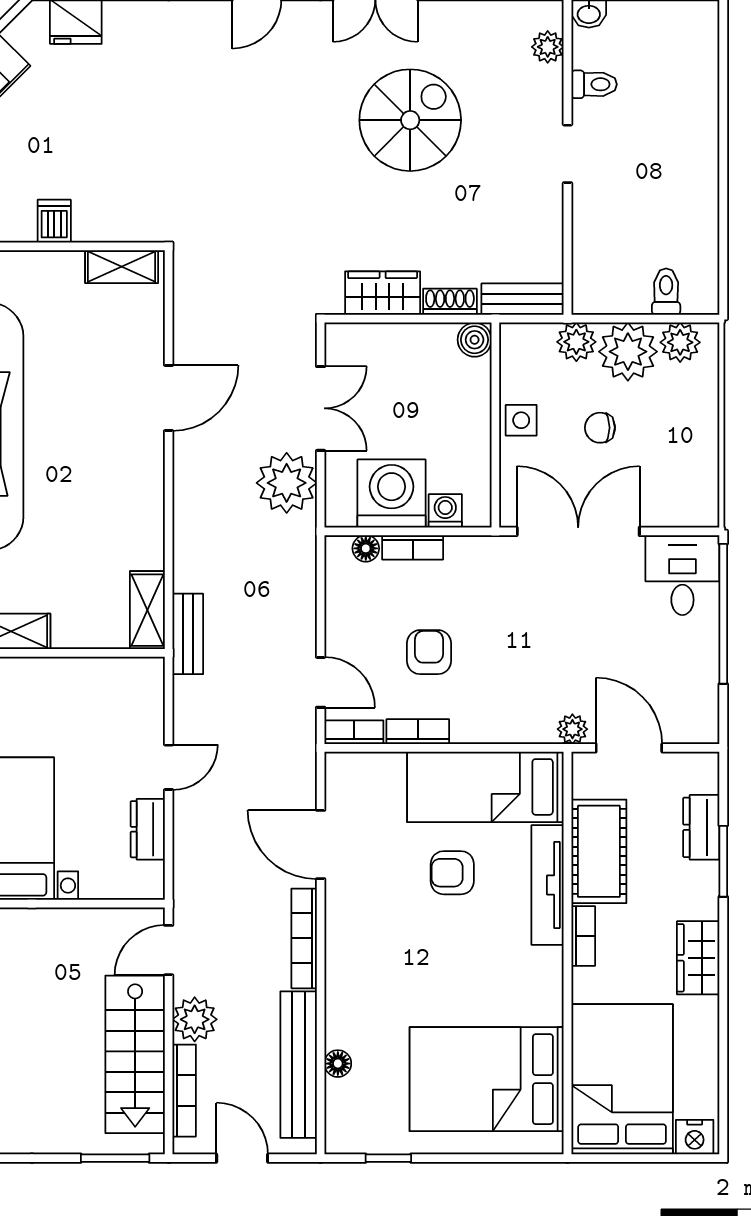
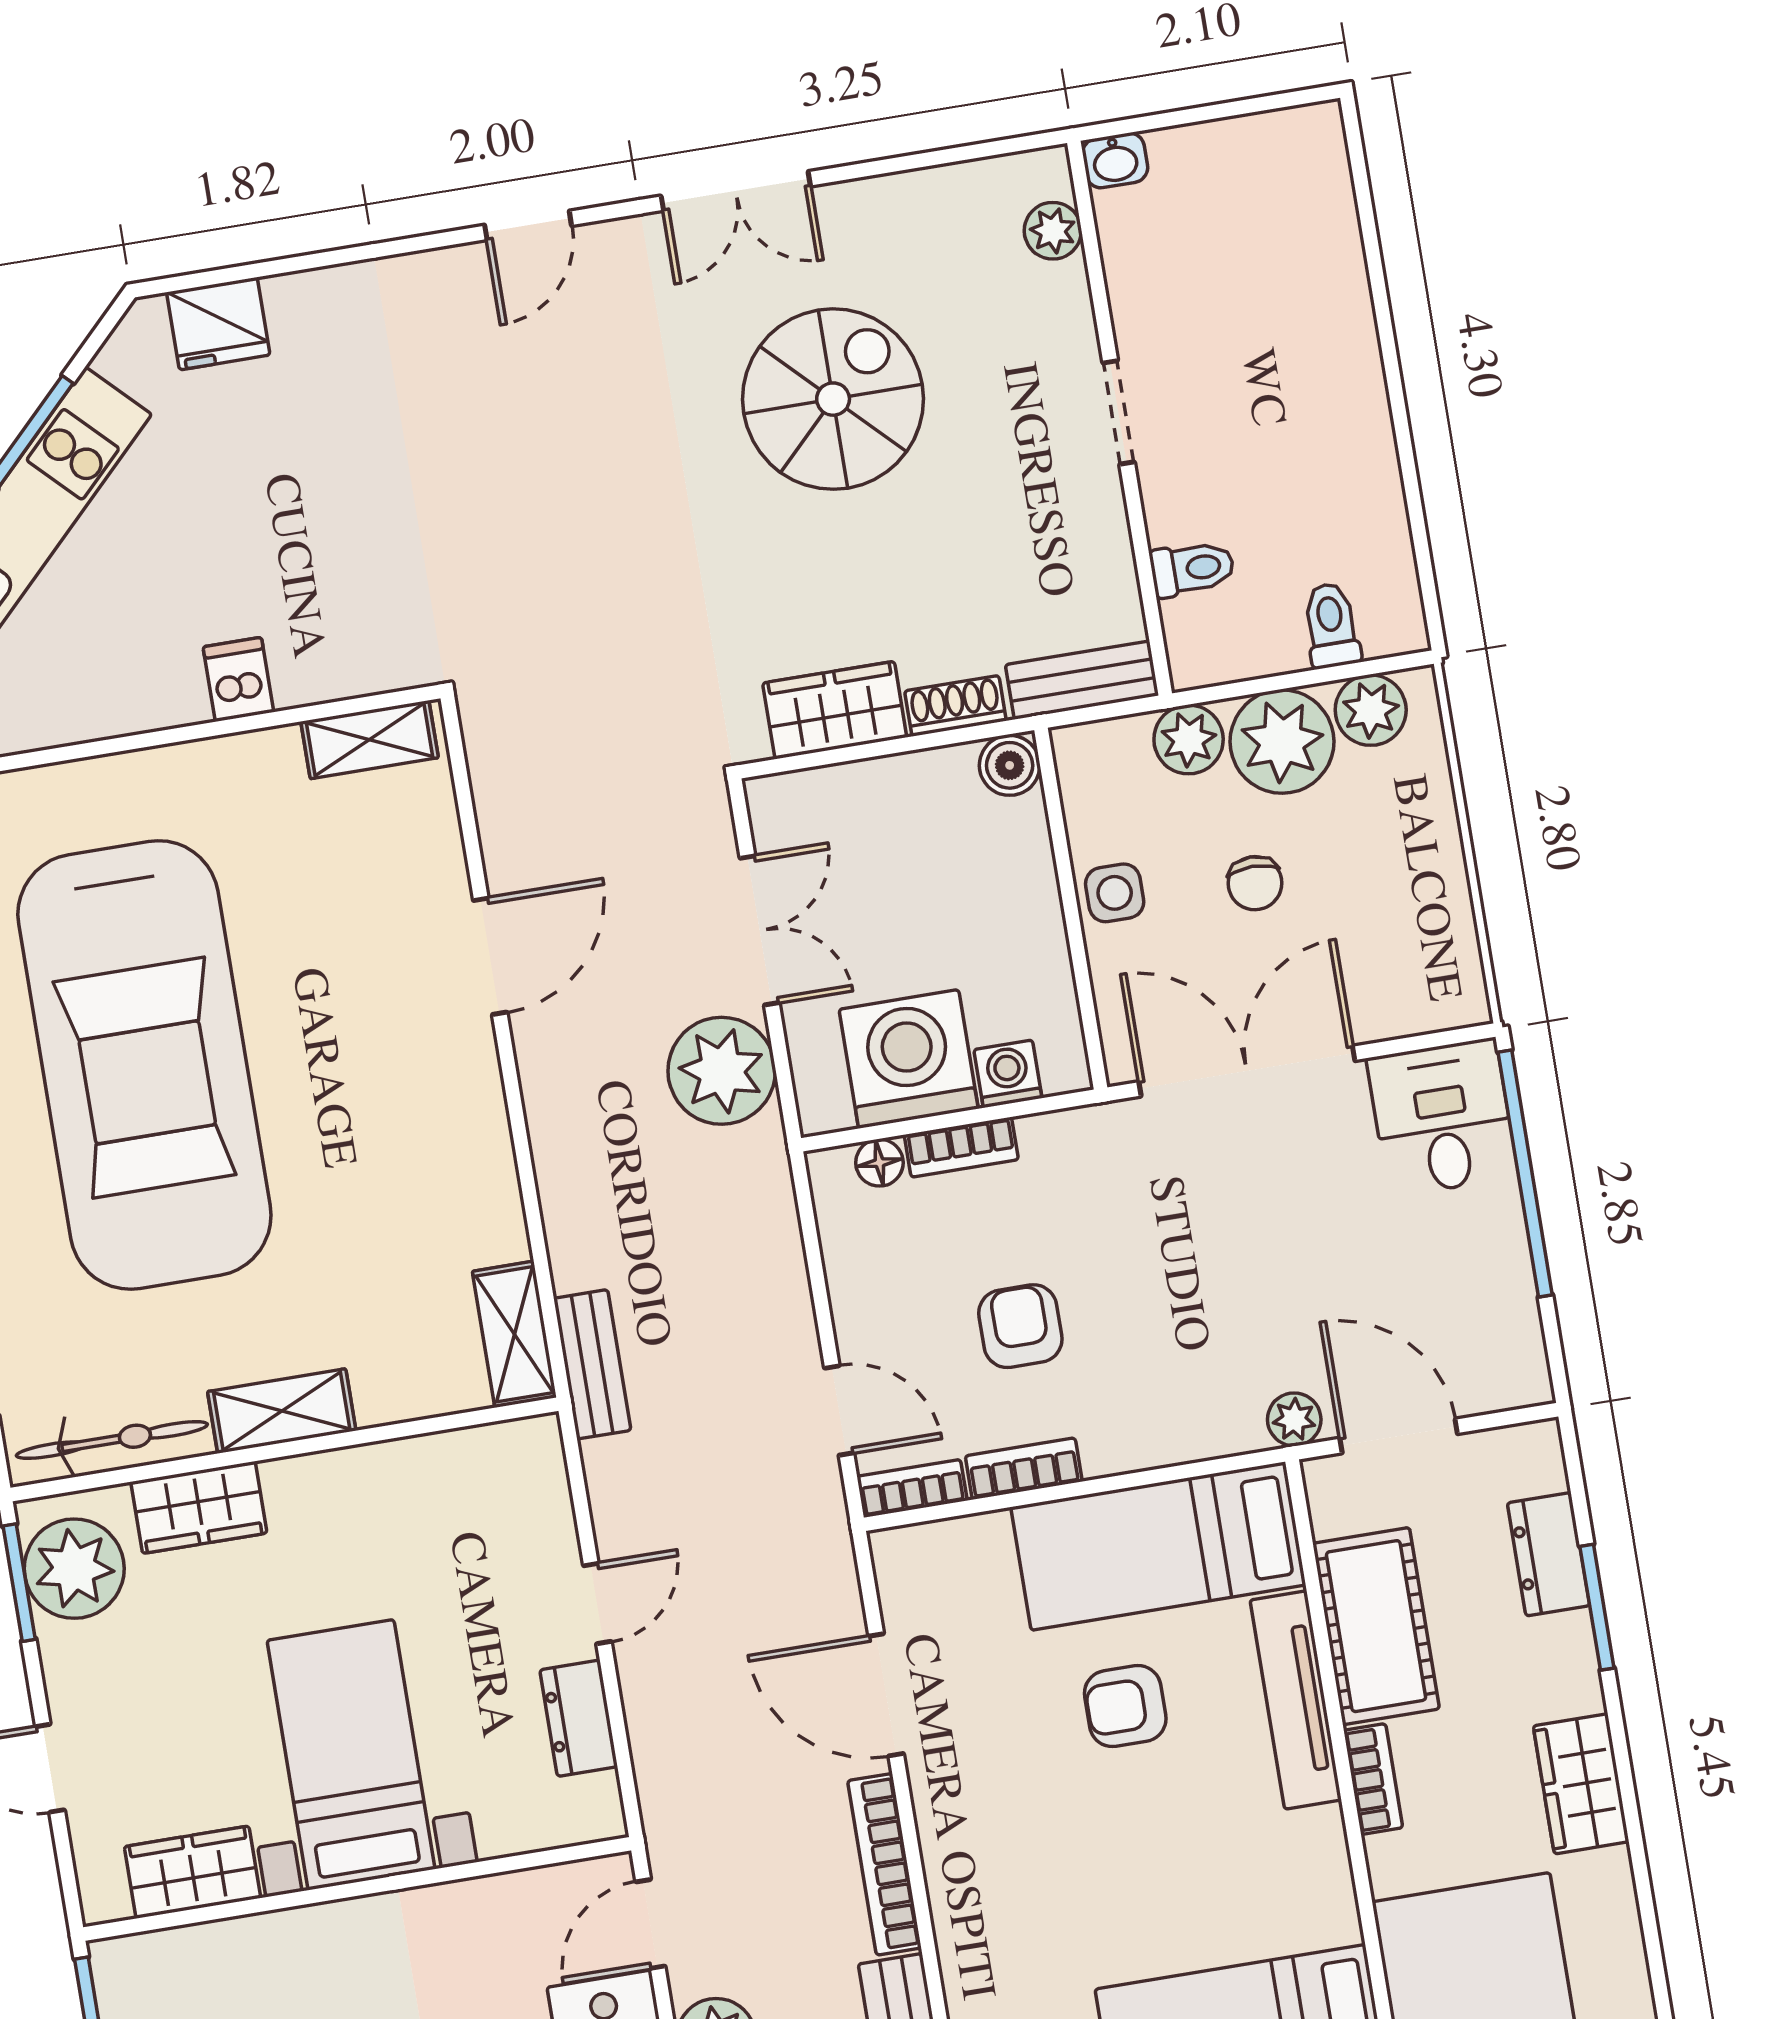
toilet: (594, 84) -> (1192, 569), moved
chair: (600, 428) -> (1255, 883), turned -90

